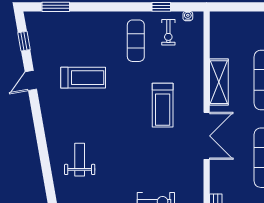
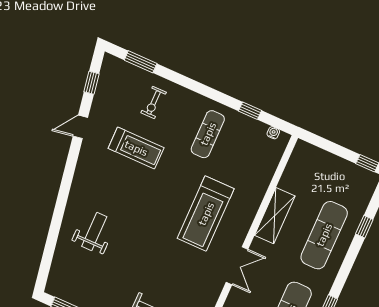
exercise bike: (168, 32) -> (154, 103), moved
treadmill: (163, 105) -> (206, 214), width x1.37, depth x1.38
double door: (207, 136) -> (237, 266), width x0.73

